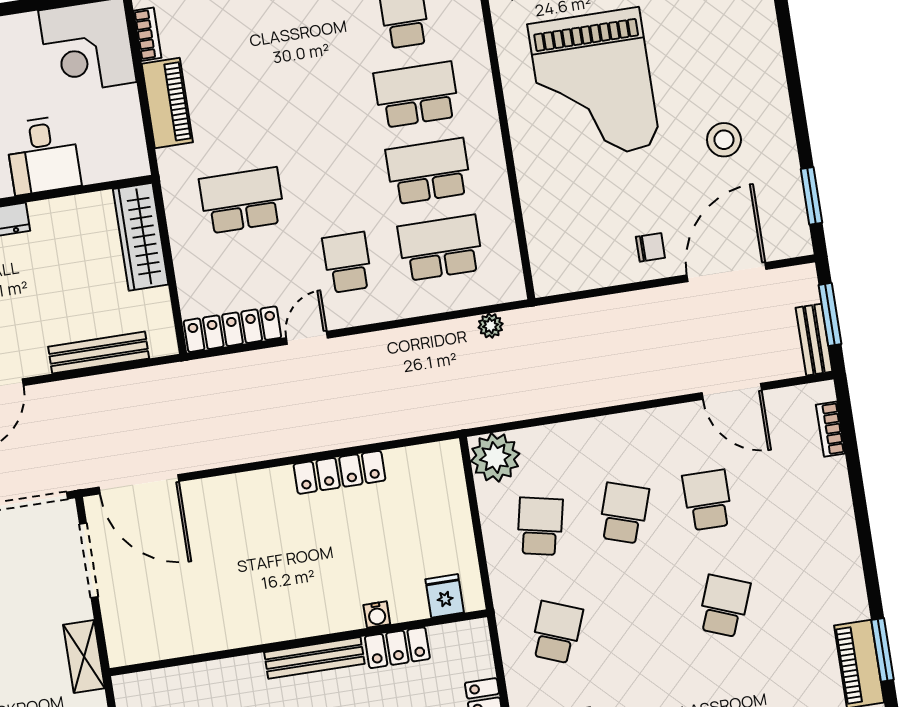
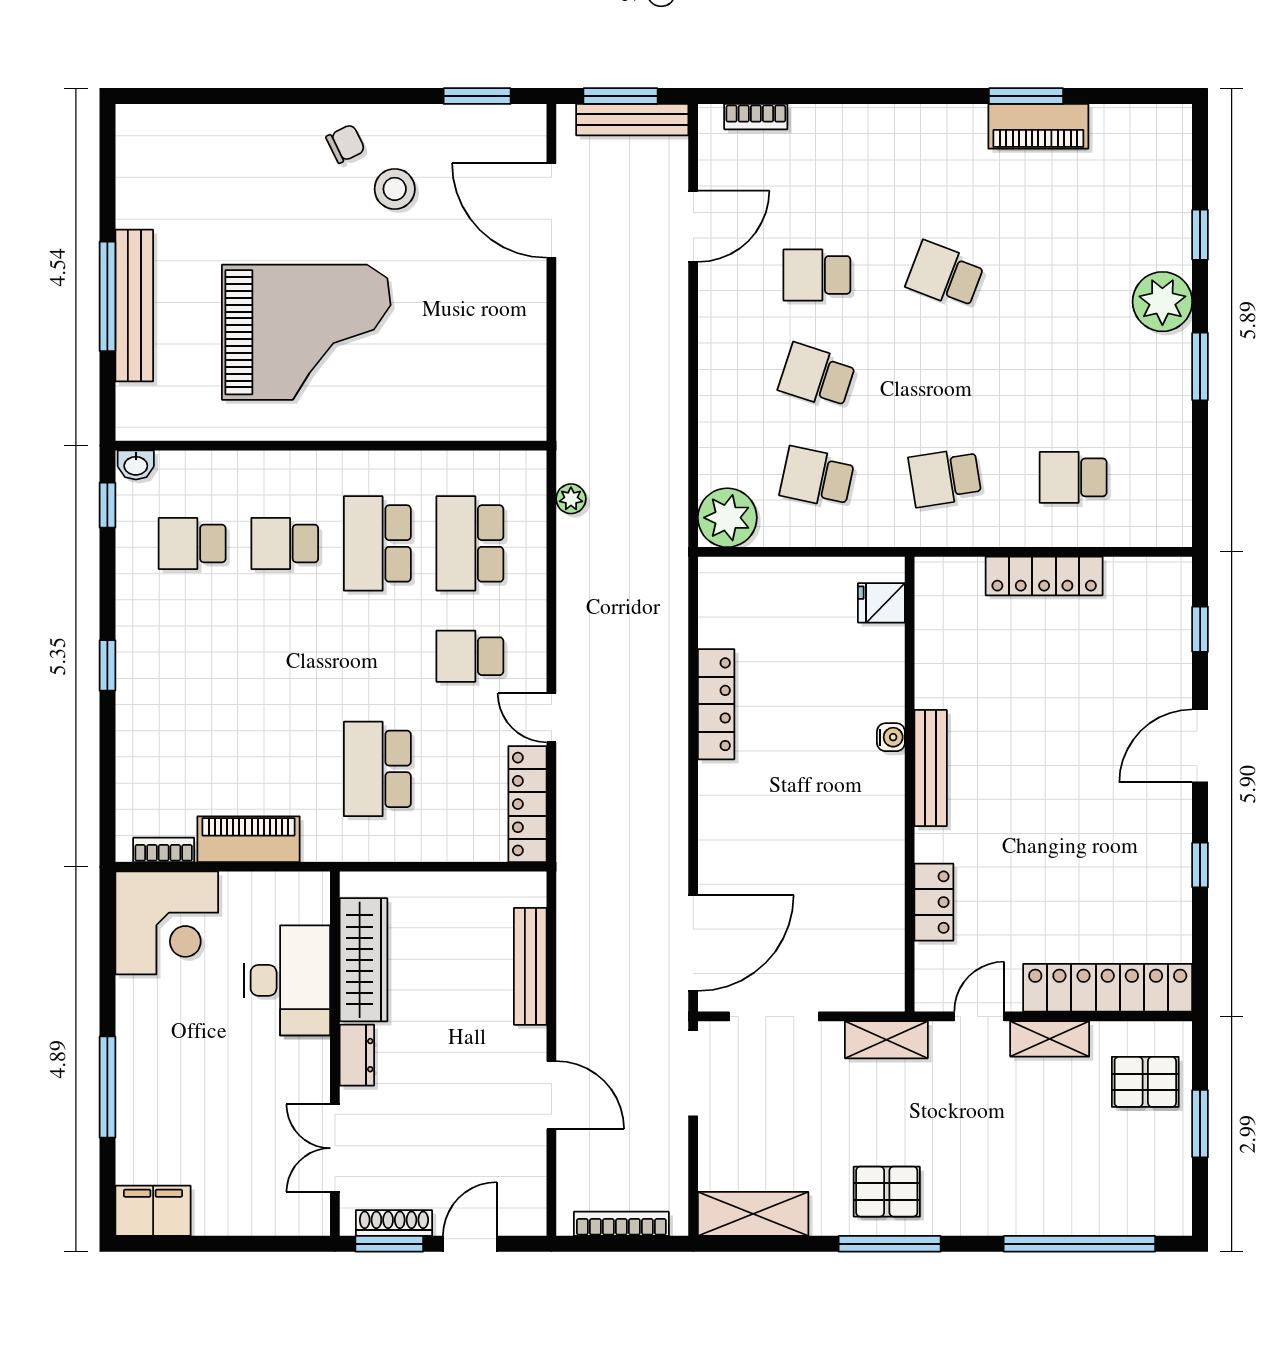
school desk: (416, 95) -> (285, 543), width x0.54
desk: (43, 155) -> (287, 980), width x1.37
wardrobe: (141, 237) -> (364, 960), moved, turned -90
chair: (650, 247) -> (346, 144), moved, turned 64
bench: (814, 340) -> (632, 120), width x1.36
water cooler: (377, 615) -> (891, 737), moved
school desk: (557, 632) -> (945, 477), turned -30
locker: (397, 648) -> (934, 902), moved

